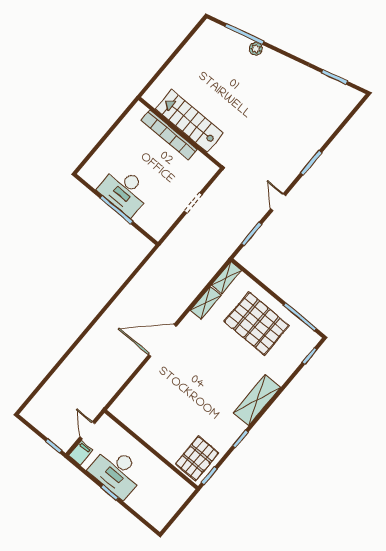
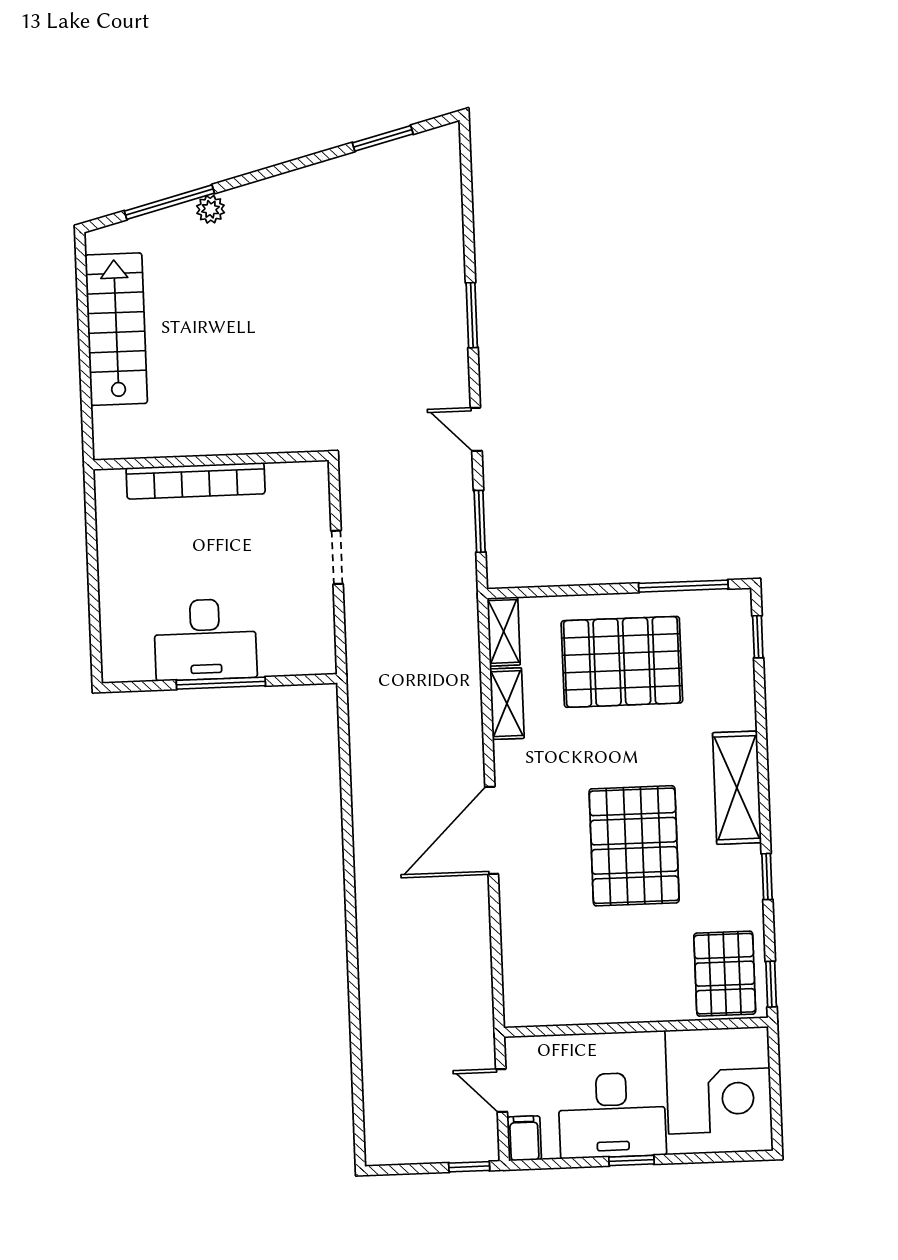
stairs: (189, 121) -> (116, 329), moved, turned 90
pallet: (205, 389) -> (634, 846), added
corner desk: (163, 492) -> (719, 1080), added

